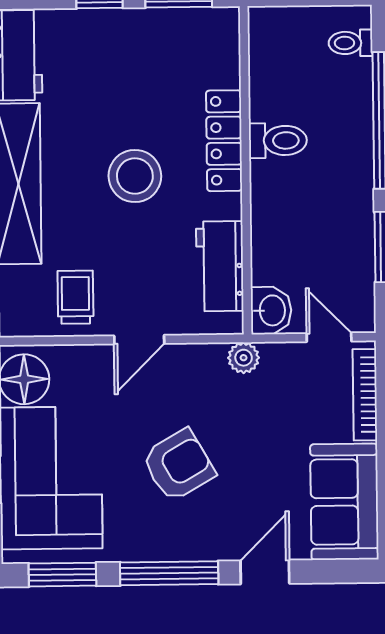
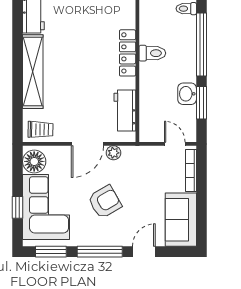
stool: (135, 176) -> (86, 69), removed
trolley: (75, 297) -> (41, 129), moved, turned 91
washbasin: (271, 310) -> (187, 94), moved, turned 180
door: (139, 340) -> (87, 144), width x1.38
plant: (244, 358) -> (113, 153), moved

